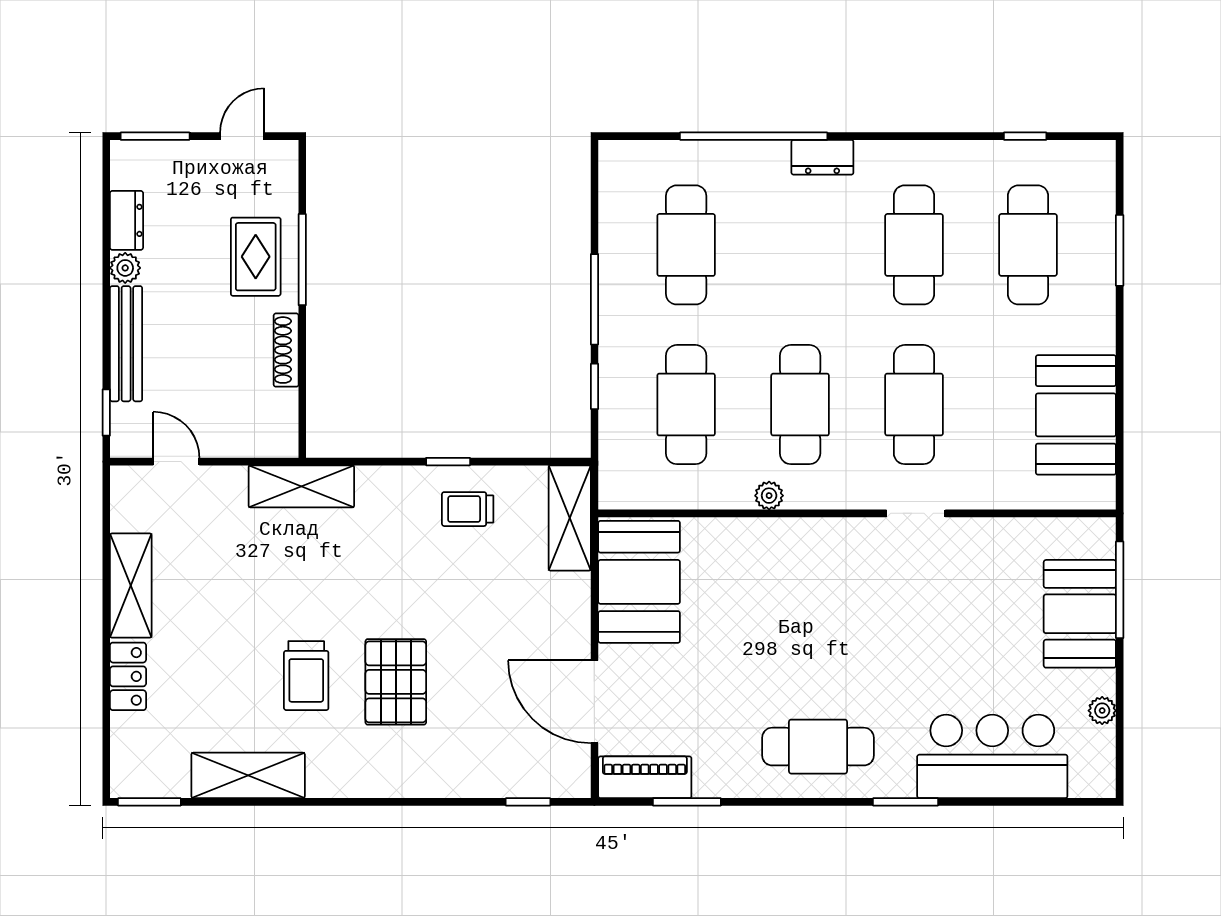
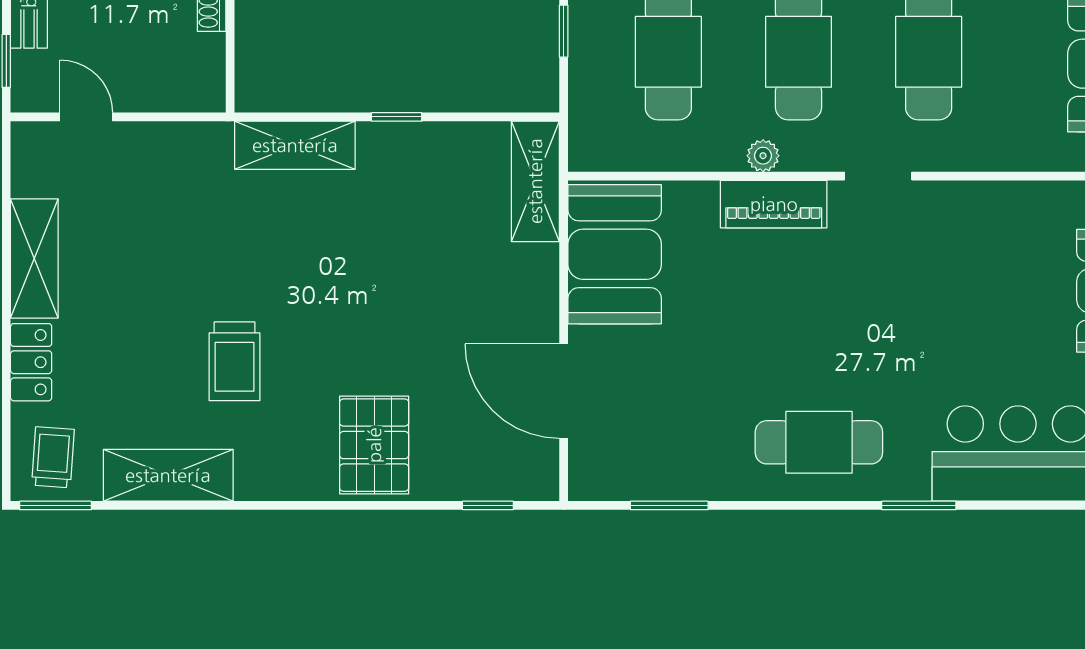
shelving: (301, 486) -> (295, 145), moved
trolley: (468, 509) -> (53, 457), moved, turned 94
doorway: (916, 513) -> (878, 176), moved
pallet: (396, 682) -> (374, 445), moved
piano: (645, 777) -> (774, 204), moved, turned 180

